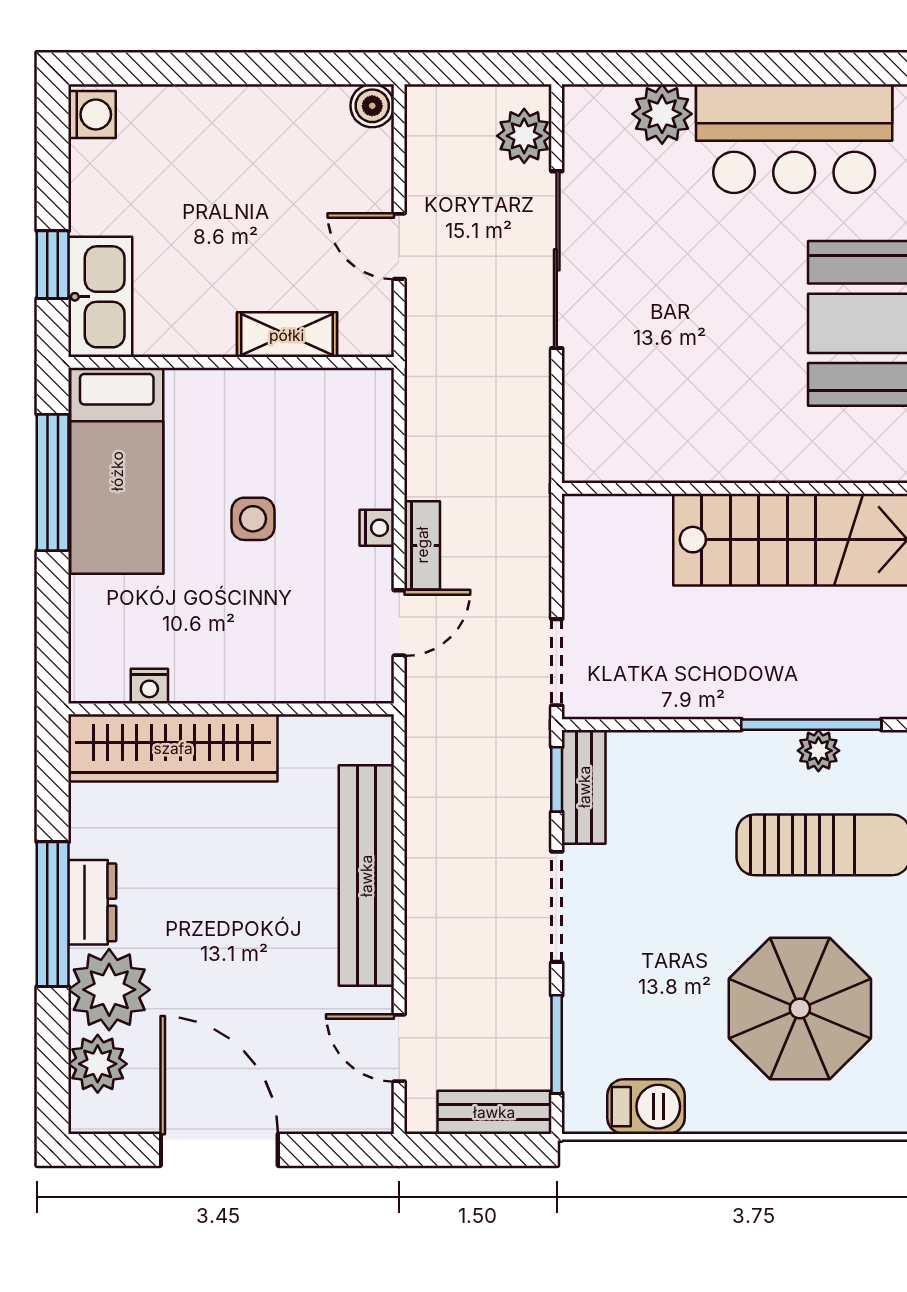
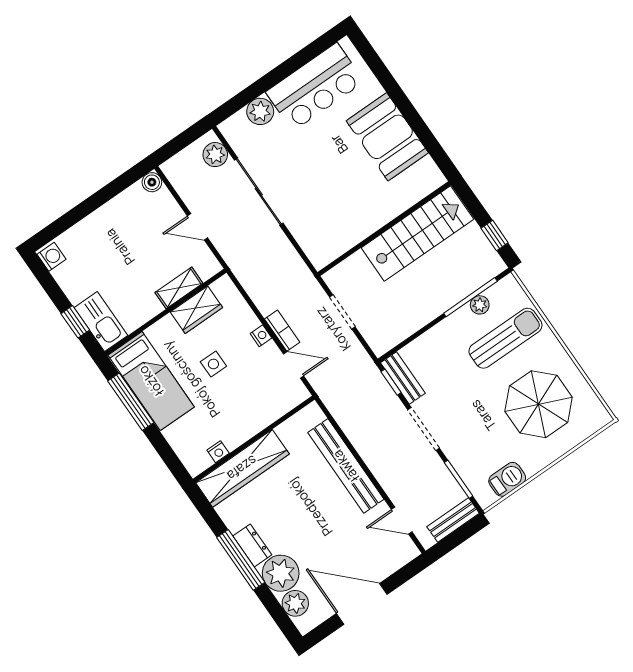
wardrobe: (291, 397) -> (196, 310), added
door: (399, 623) -> (294, 365), hinge flipped
doorway: (557, 662) -> (342, 312), moved

